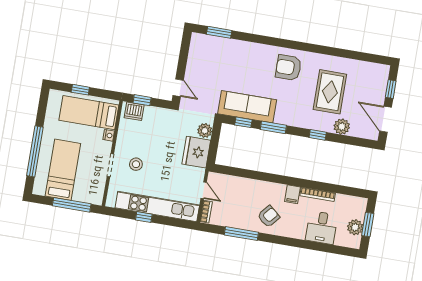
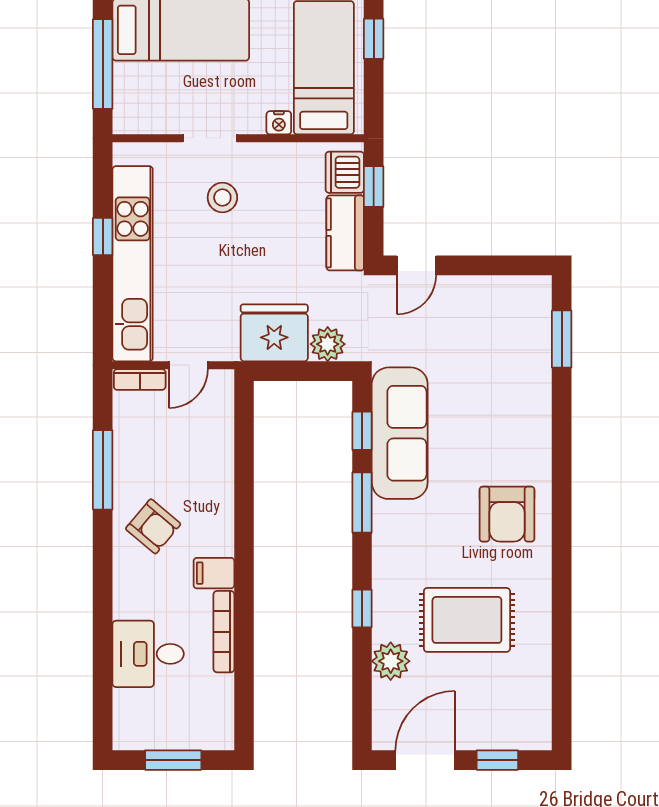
armchair: (288, 68) -> (507, 514), turned 180
kitchen counter: (159, 115) -> (345, 233), added
plant: (355, 227) -> (162, 732), removed

